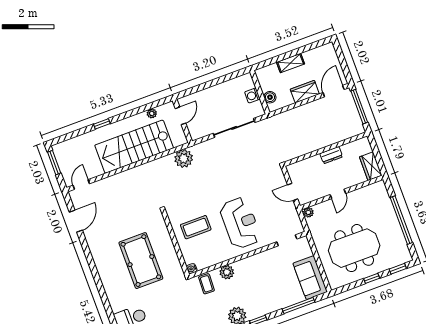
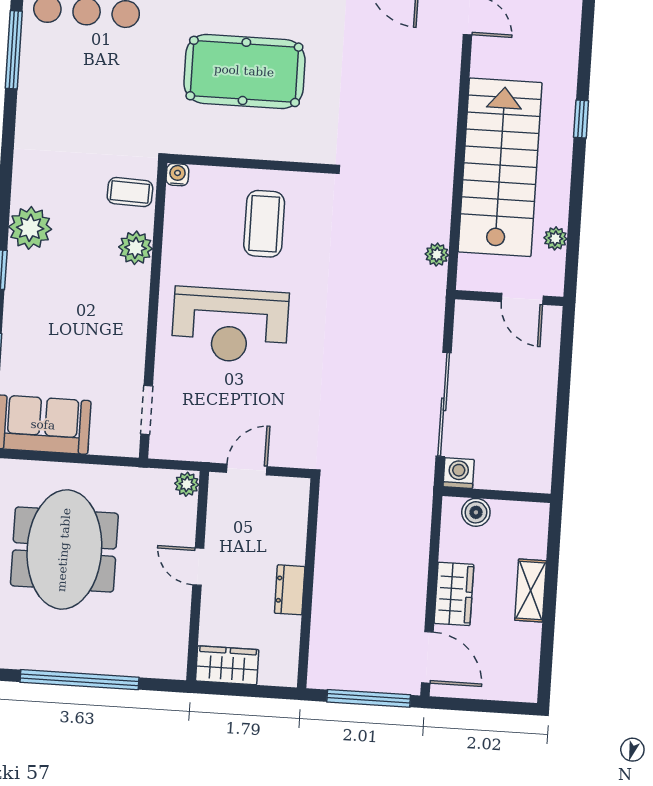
washing machine: (252, 96) -> (459, 473), moved
plant: (184, 158) -> (437, 255), width x0.53, depth x0.53

